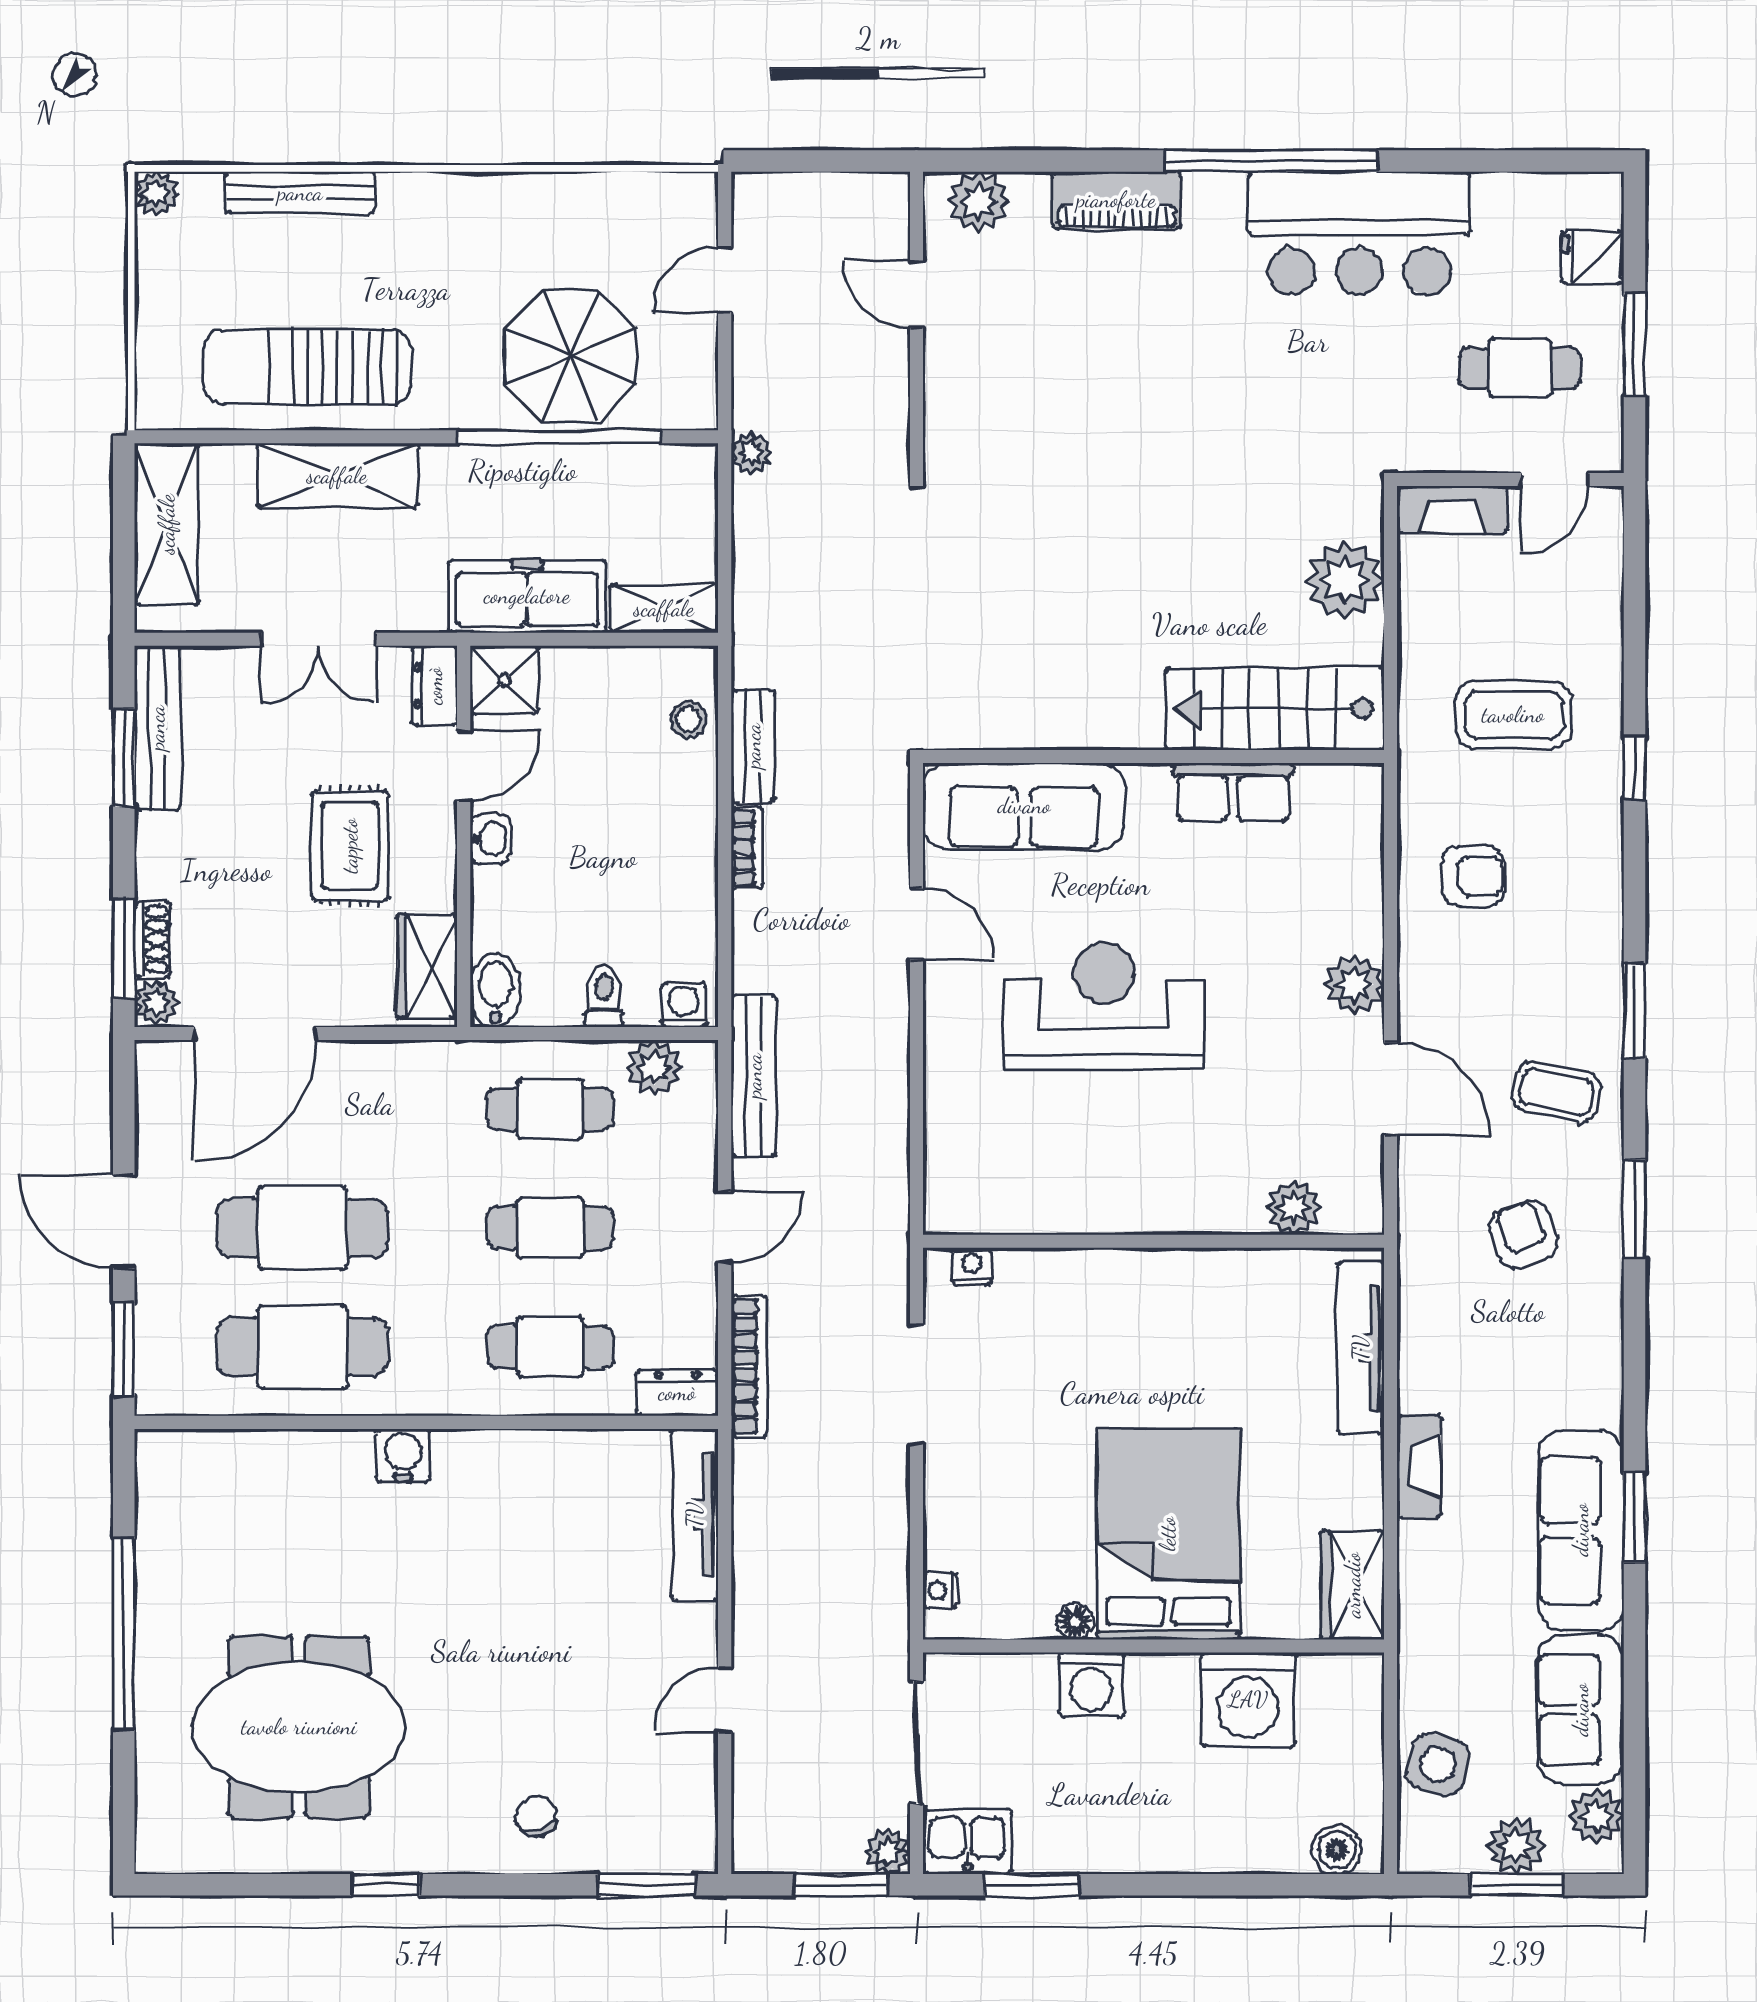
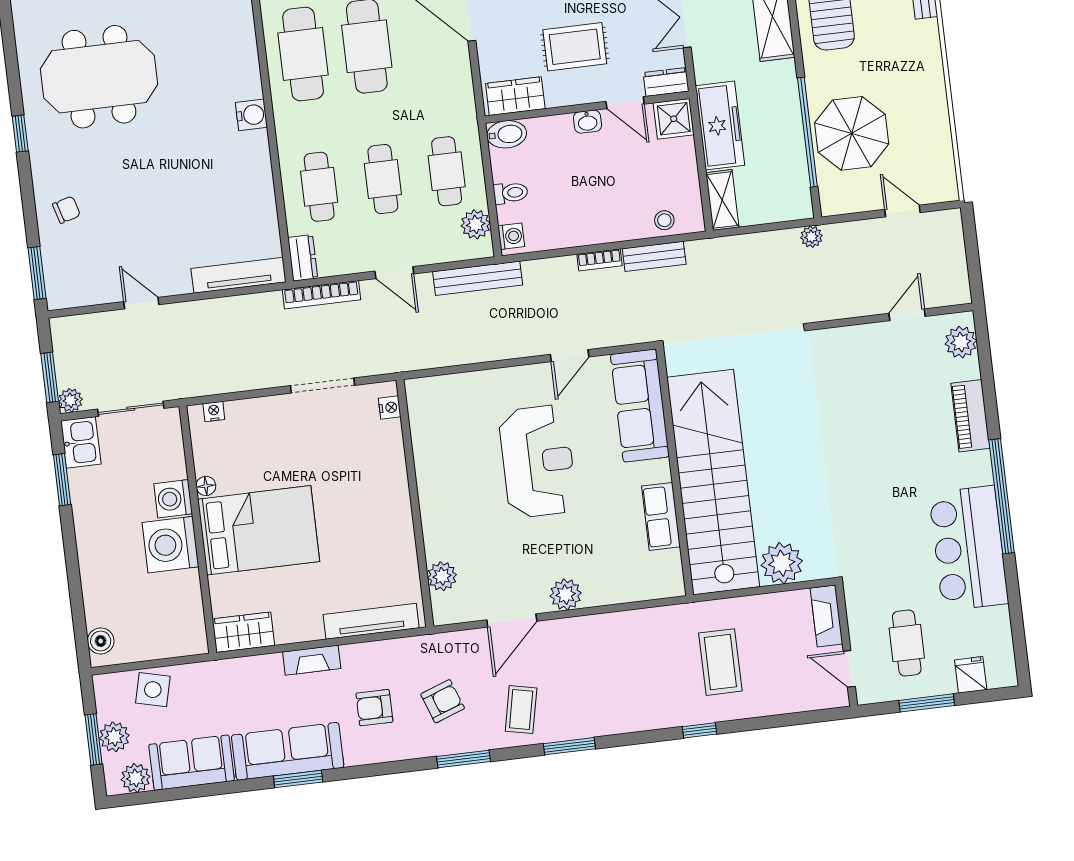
stairs: (1275, 709) -> (713, 482), width x1.86, depth x1.51
armchair: (1473, 876) -> (374, 708), moved, turned 90
washing machine: (1248, 1700) -> (171, 545), moved
meeting table: (299, 1727) -> (99, 77), turned 90

